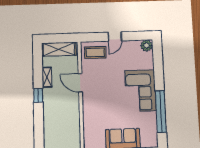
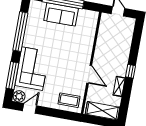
door: (115, 37) -> (30, 108), moved
window: (158, 65) -> (12, 75), added
corner sofa: (140, 91) -> (32, 69), moved

